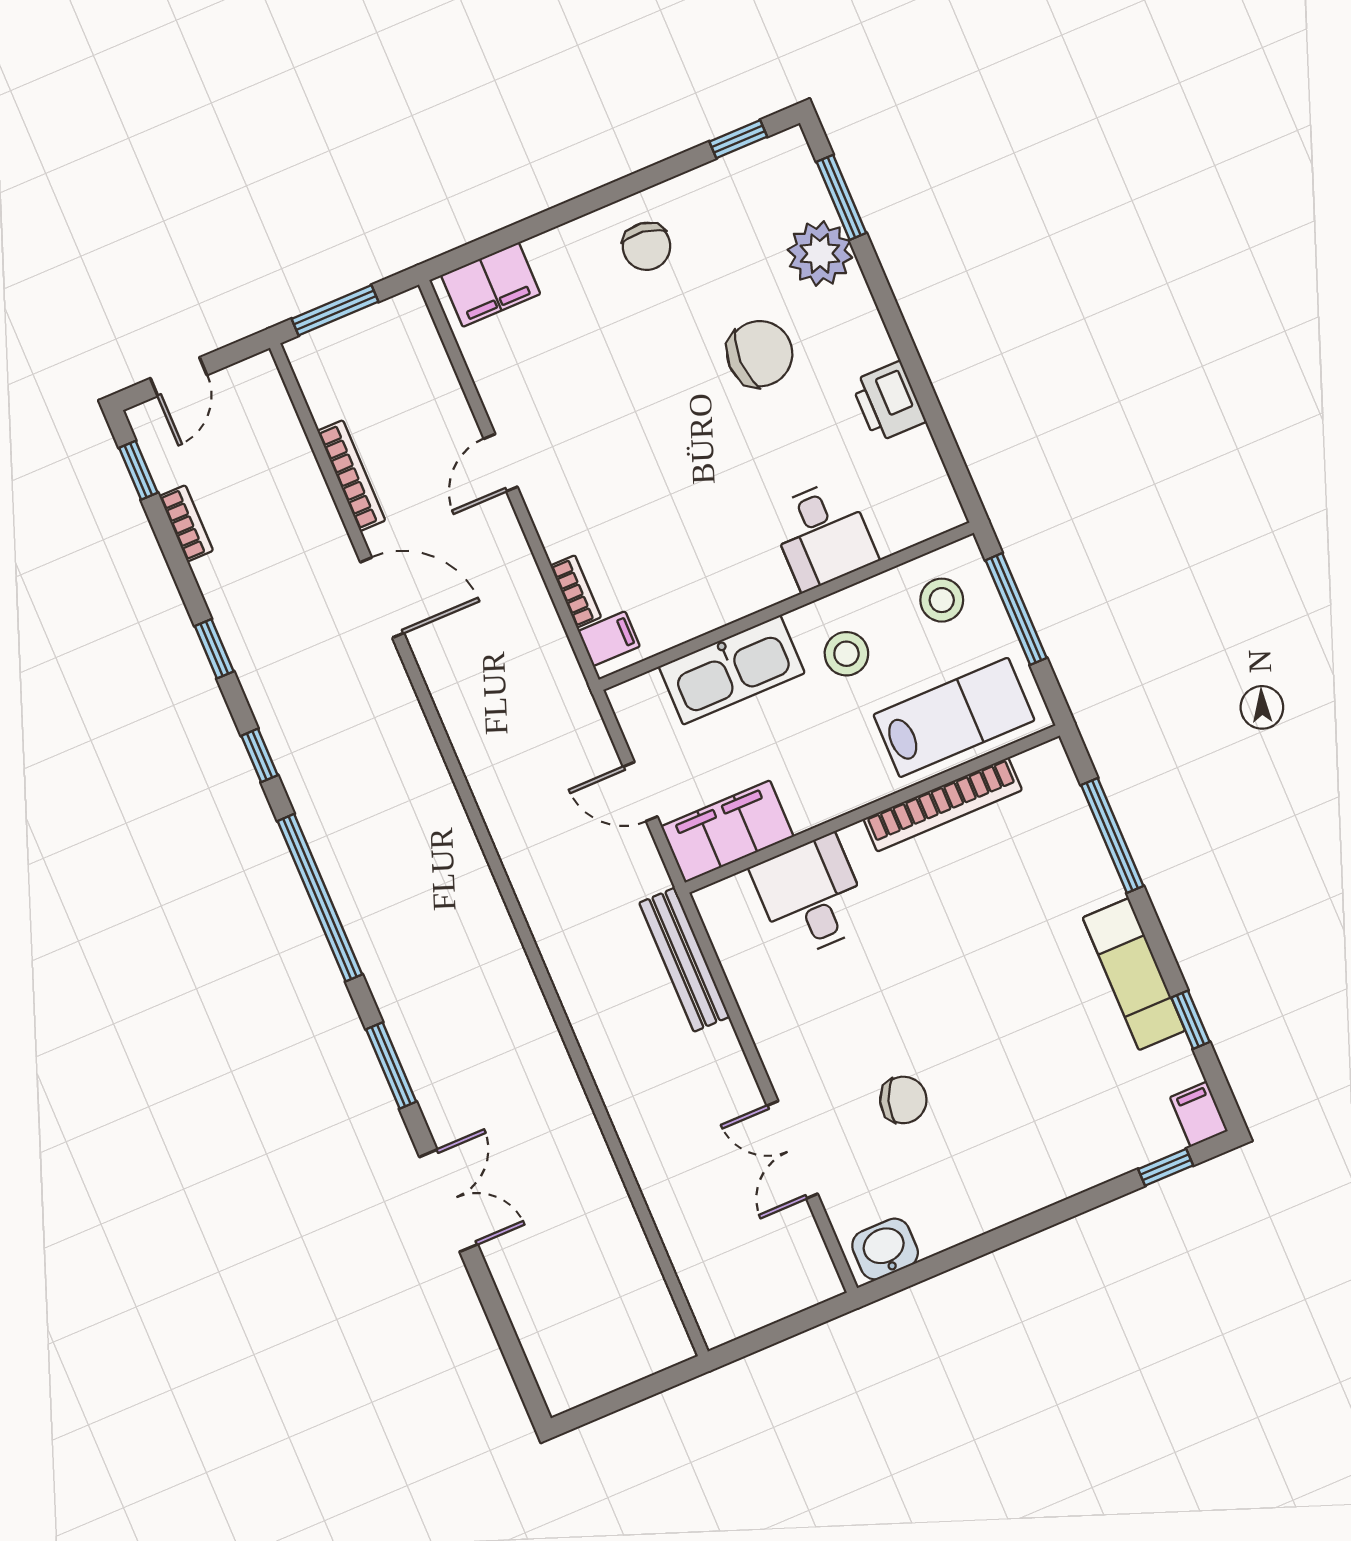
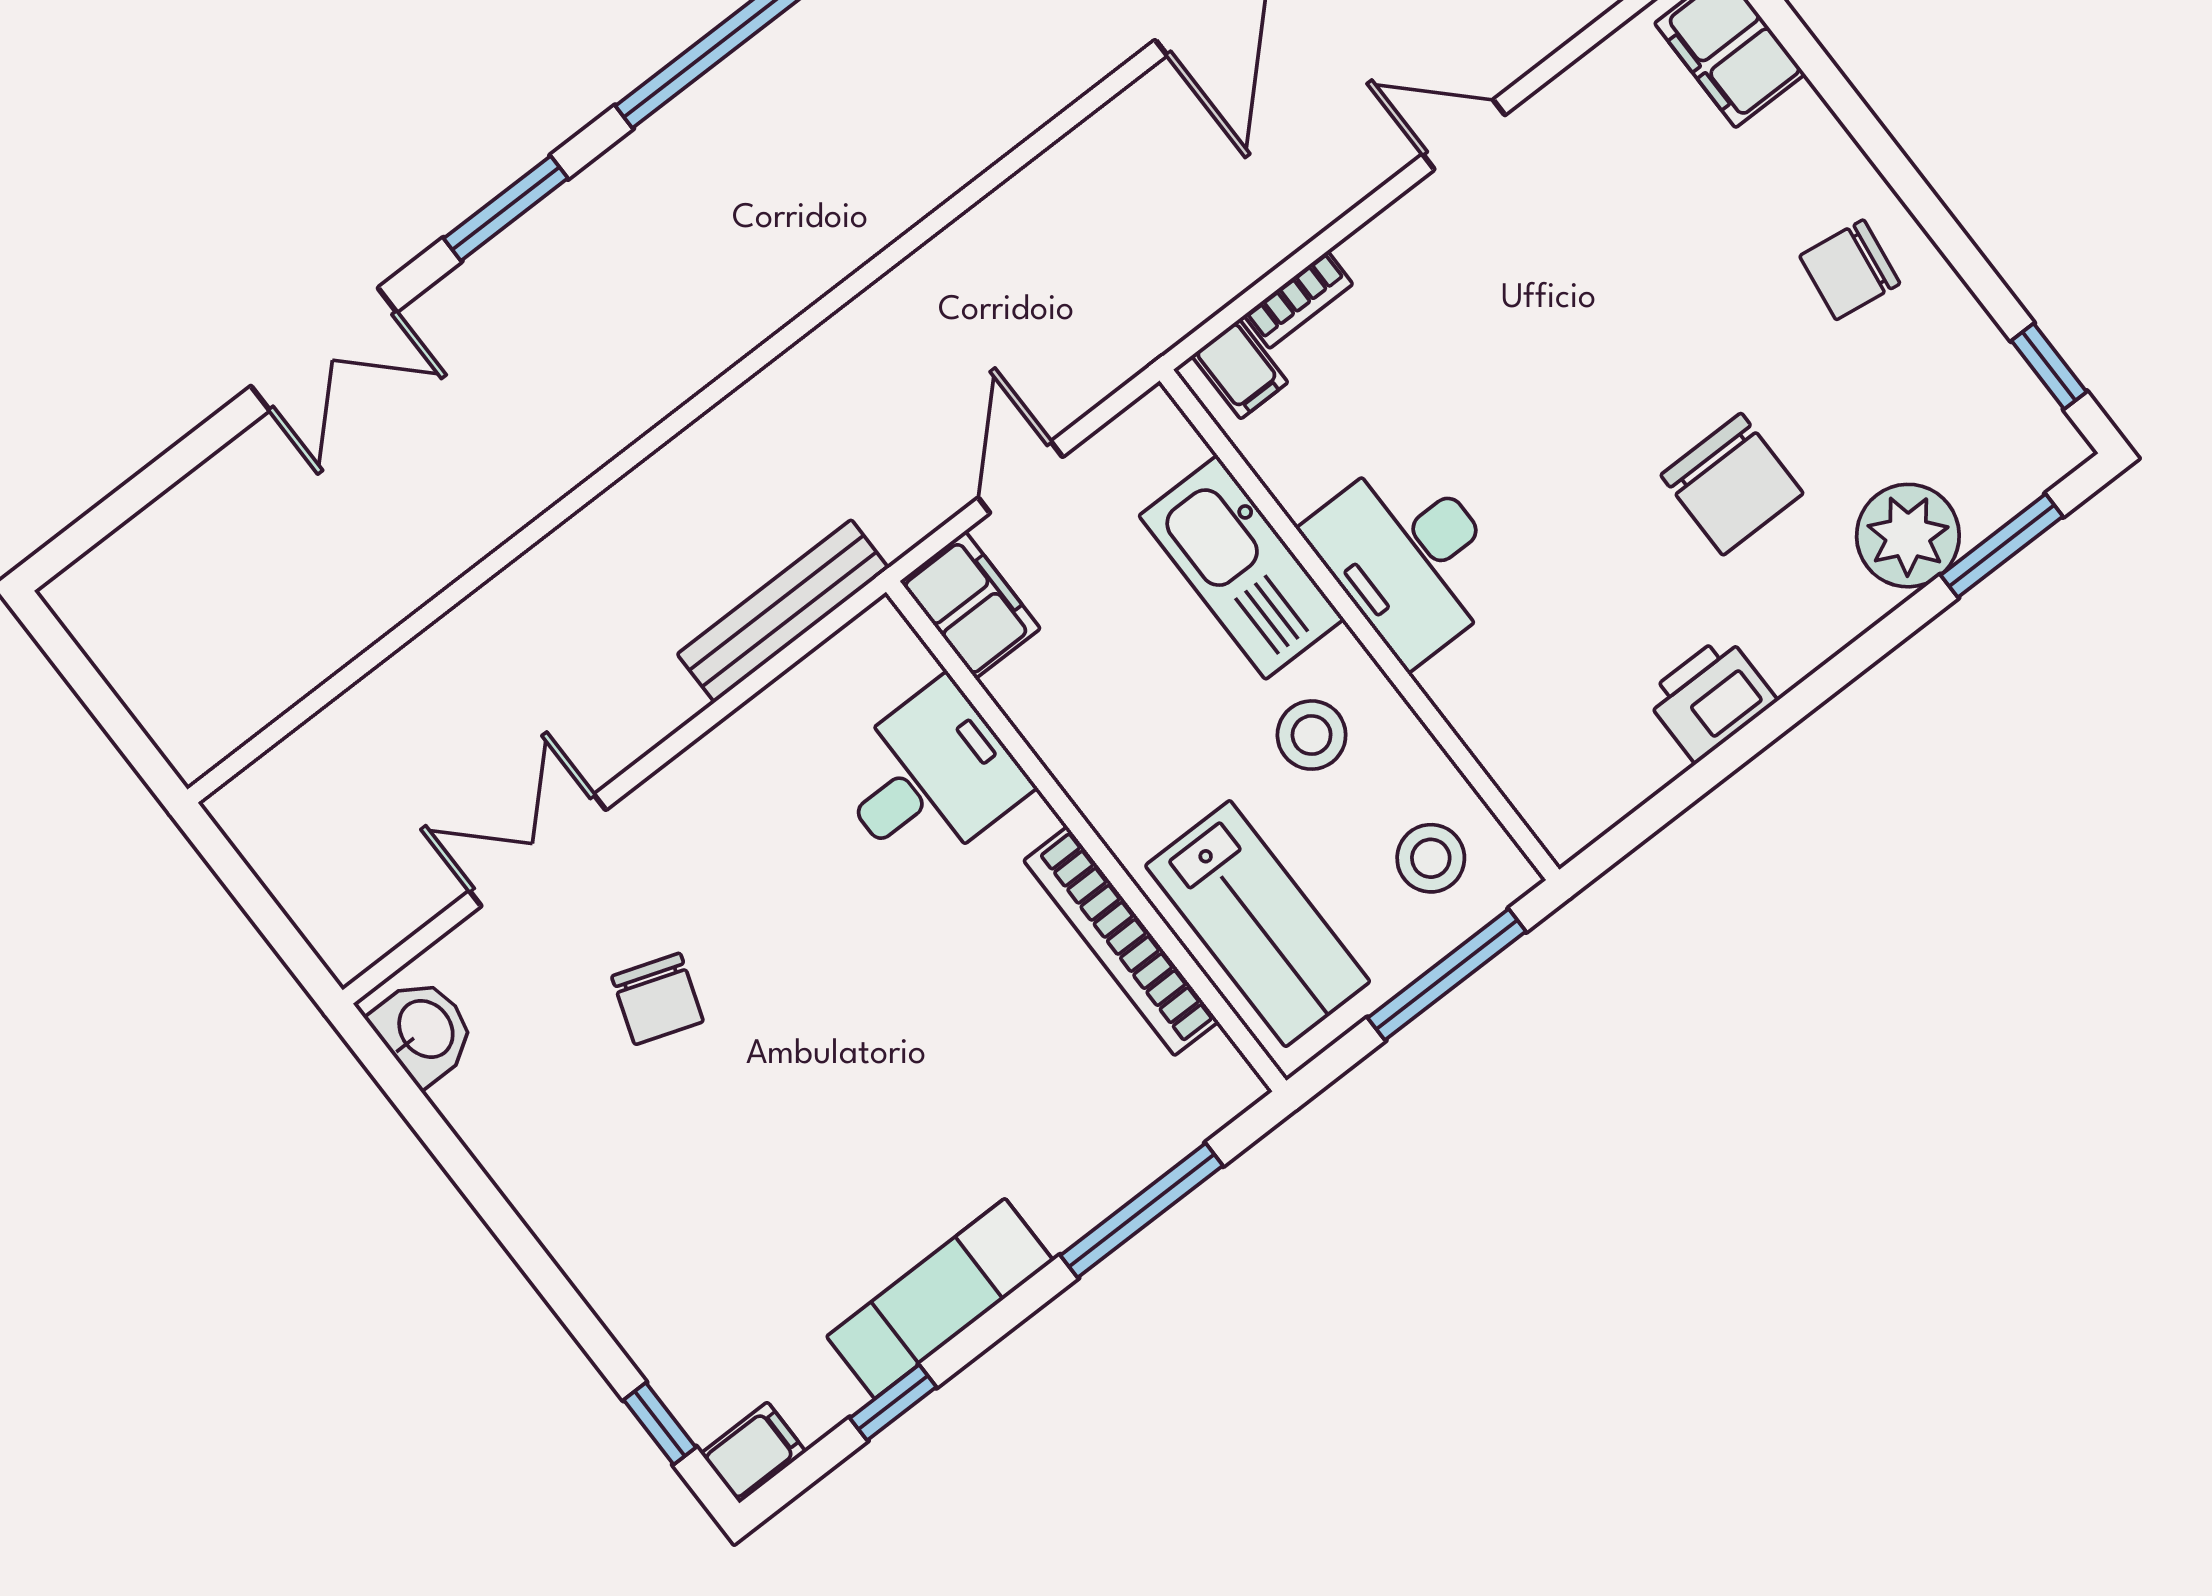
desk: (823, 535) -> (1409, 557), moved, width x1.37
filing cabinet: (727, 831) -> (970, 605), width x0.67, depth x0.86

